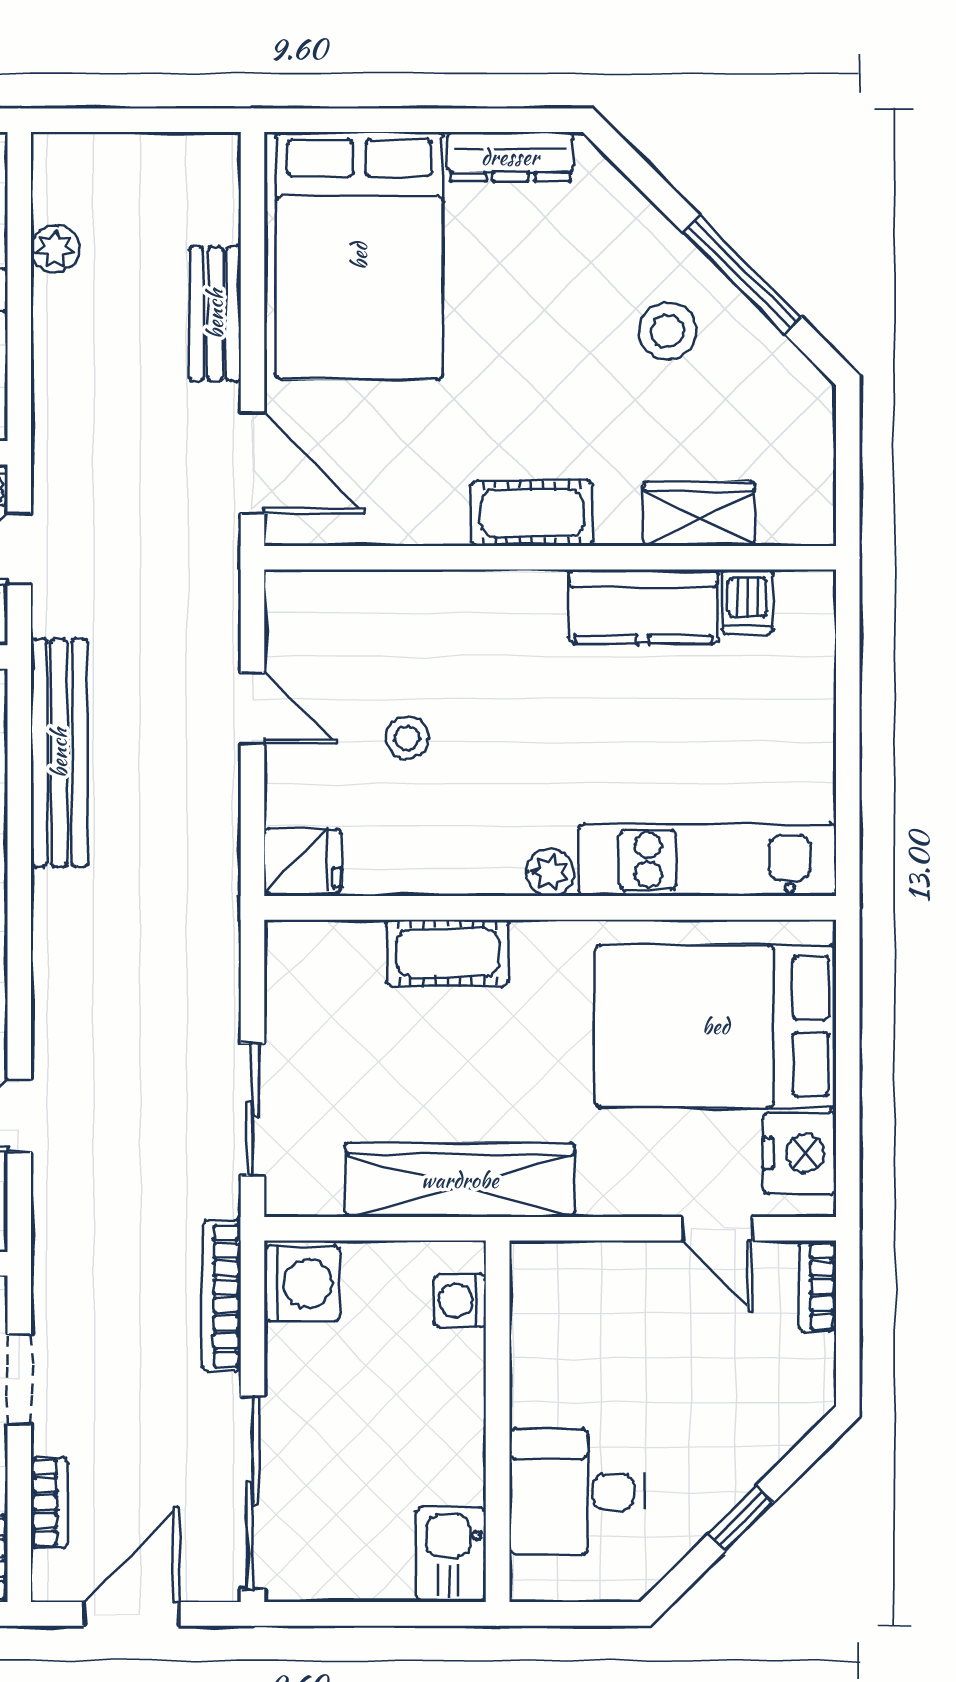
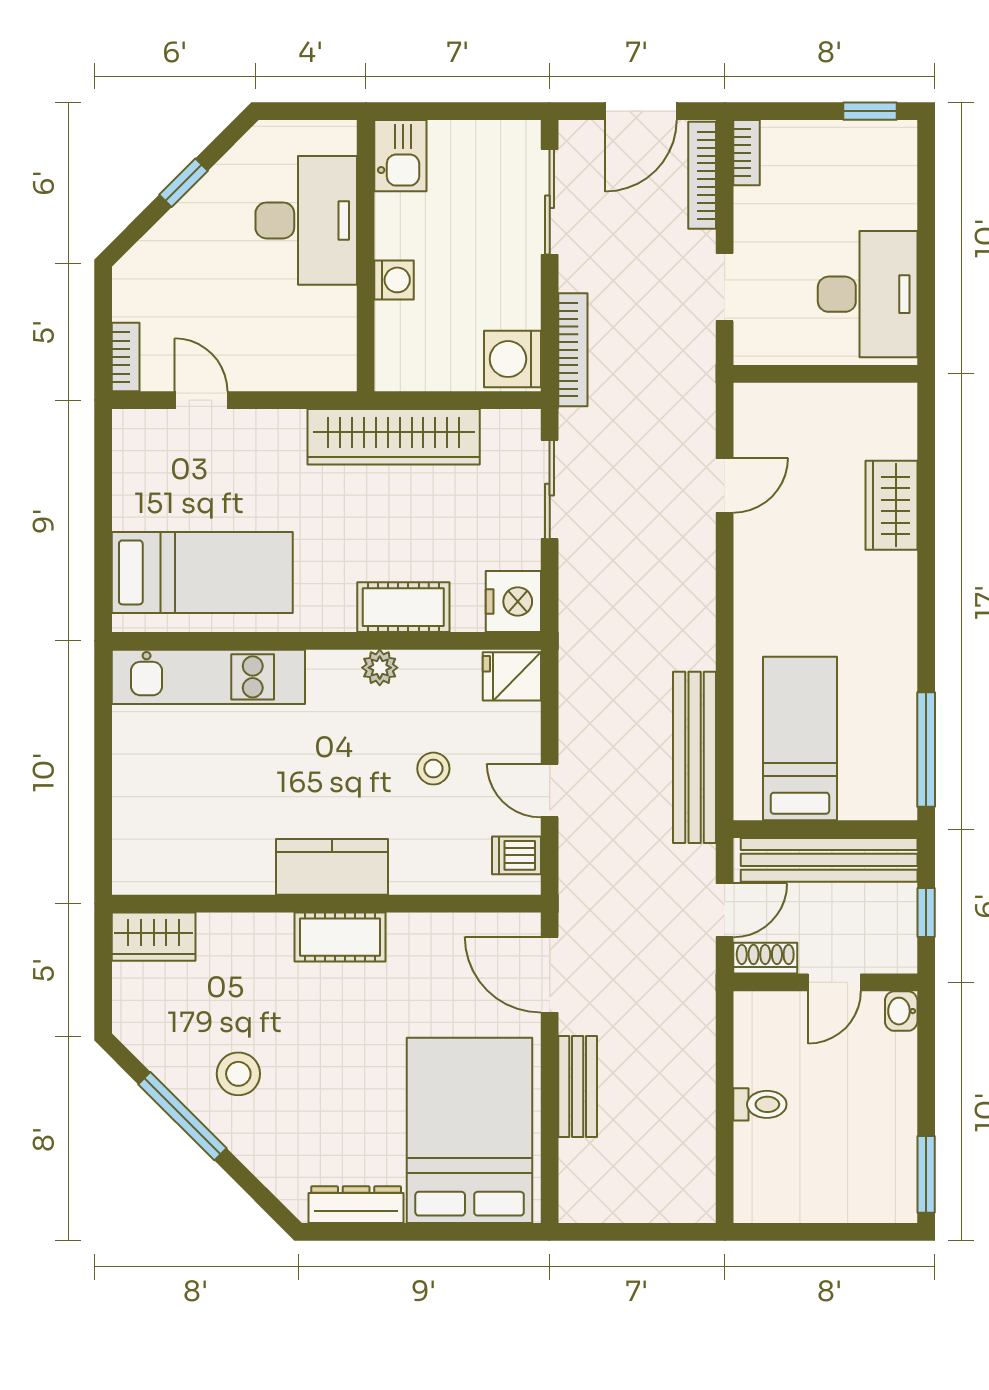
plant: (55, 249) -> (698, 1135), removed
wardrobe: (699, 514) -> (154, 937), moved
dishwasher: (748, 602) -> (516, 855), moved, turned -90
kitchen counter: (643, 607) -> (332, 867), moved
plant: (550, 872) -> (380, 668), moved
bed: (716, 1026) -> (202, 572), width x0.67
nightstand: (799, 1153) -> (513, 601), moved, turned 180
washing machine: (460, 1300) -> (394, 280), moved
desk: (577, 1492) -> (306, 220), width x1.37
sliding door: (253, 1493) -> (550, 202), width x0.73
bookcase: (49, 1503) -> (702, 175), width x1.56

